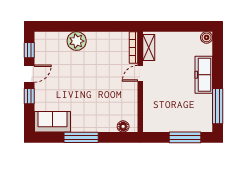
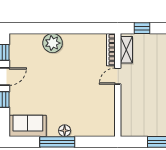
window: (164, 26) -> (142, 28), added
floor lamp: (123, 126) -> (65, 131), moved

